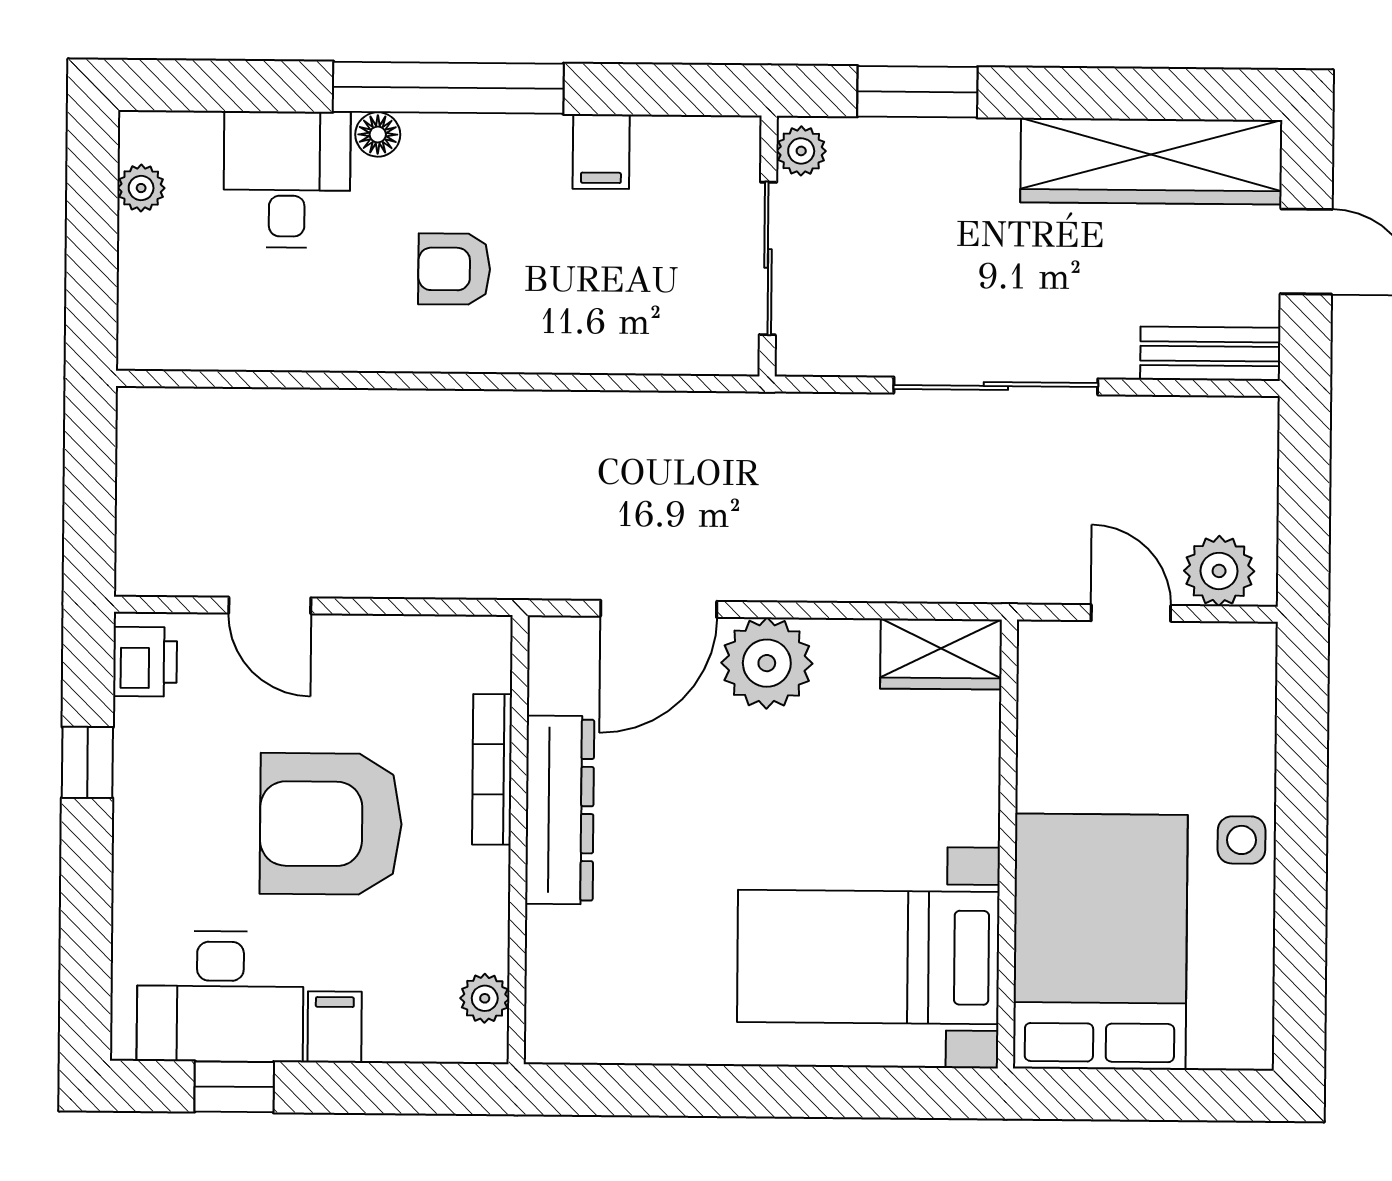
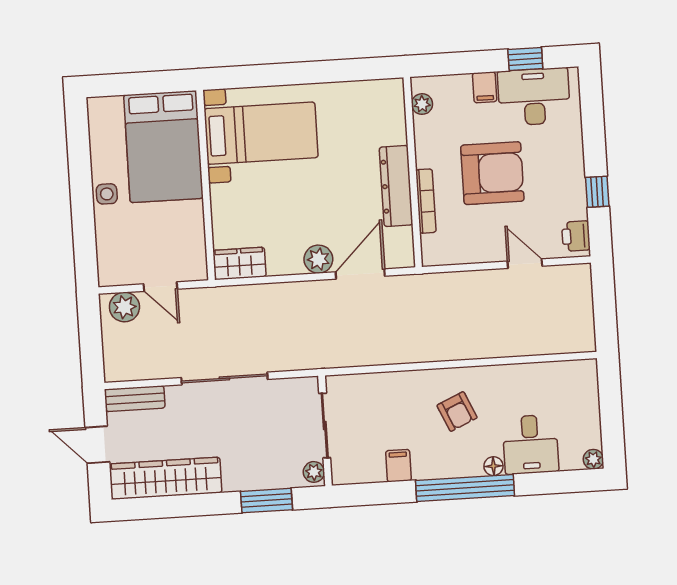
plant: (141, 188) -> (593, 459), moved
armchair: (454, 269) -> (457, 412), turned 66
plant: (767, 663) -> (318, 259), width x0.73, depth x0.73

